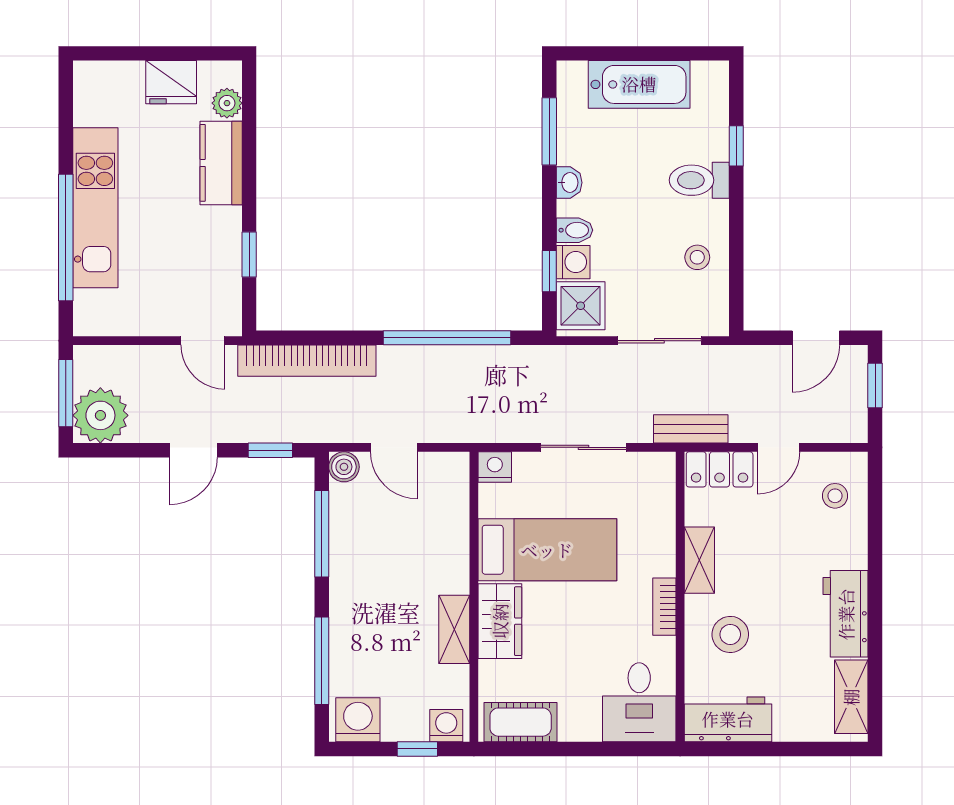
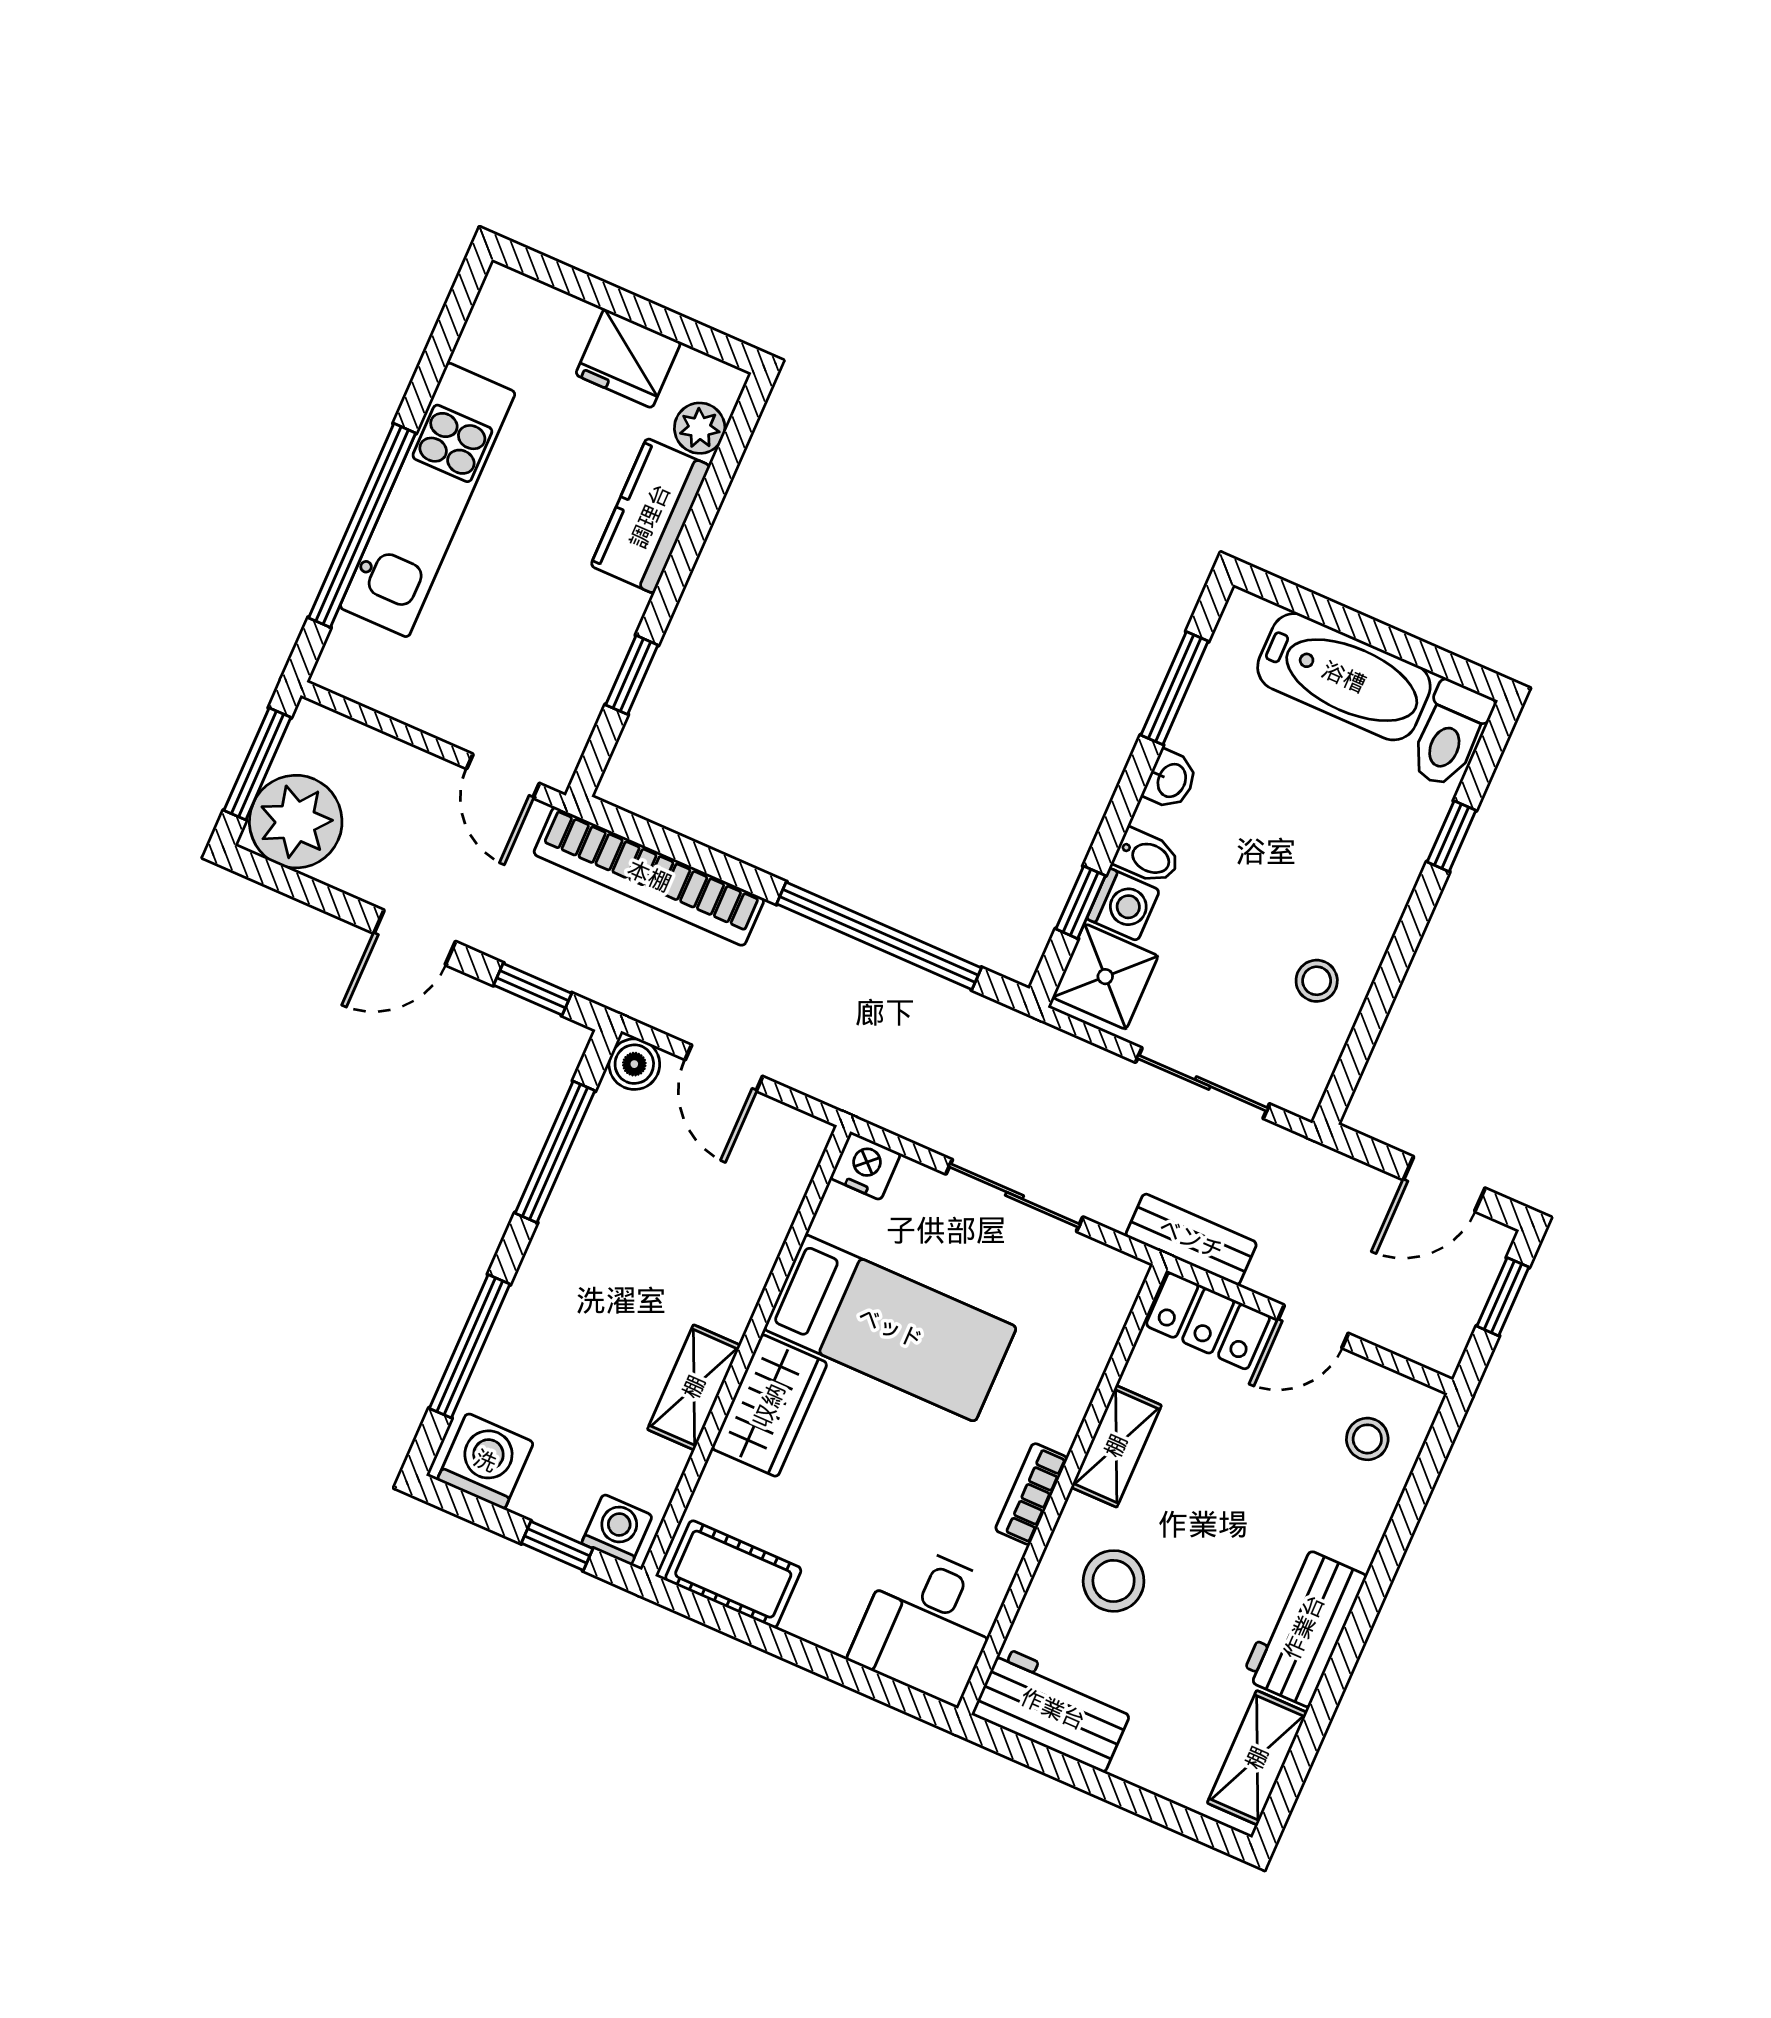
toilet: (699, 180) -> (1450, 734), moved, turned -90

